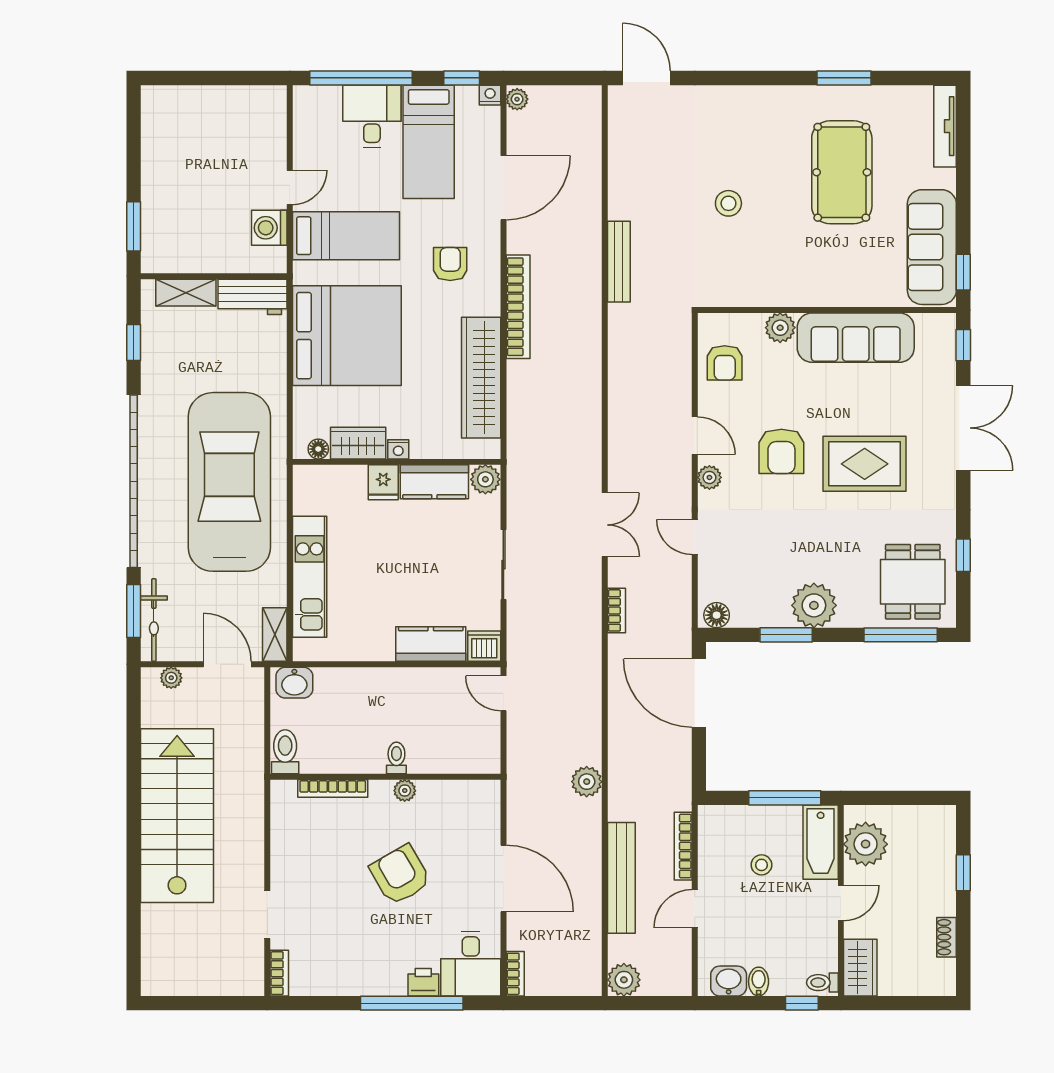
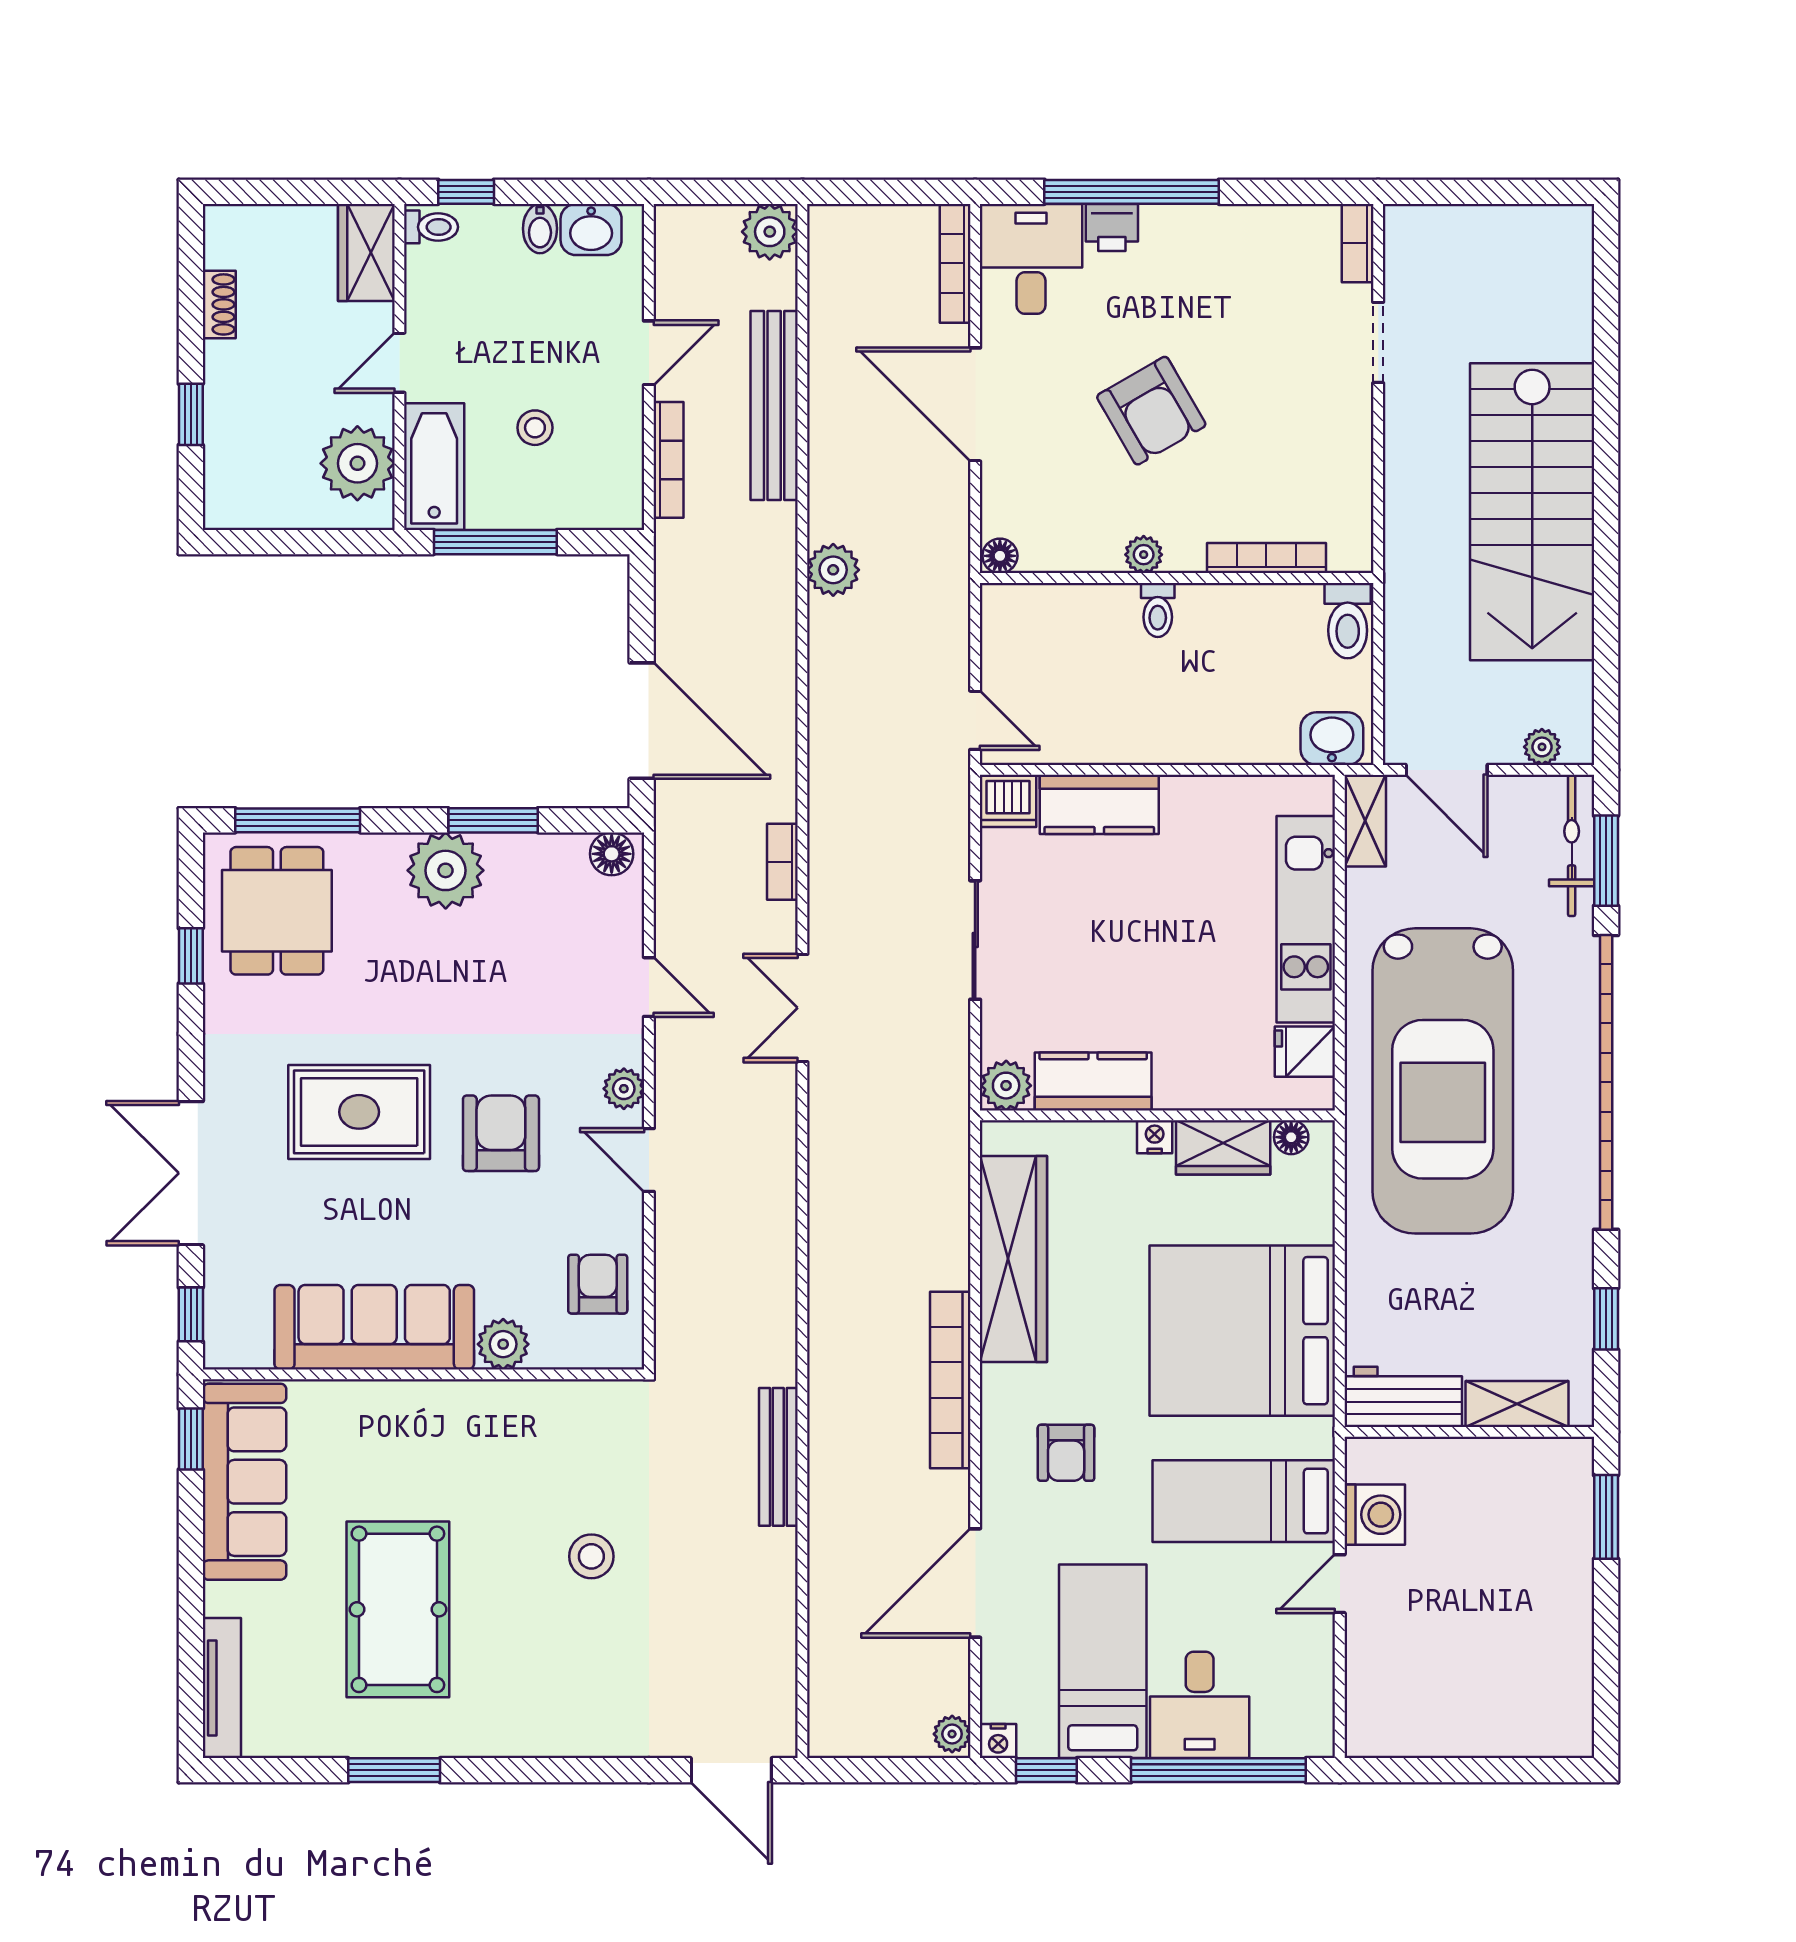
fridge: (383, 482) -> (1305, 1052), moved, turned -90
floor lamp: (489, 790) -> (1000, 556), added
bookcase: (515, 974) -> (955, 263), width x1.56

